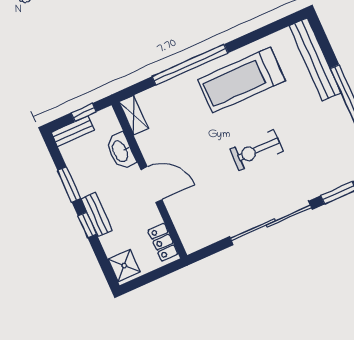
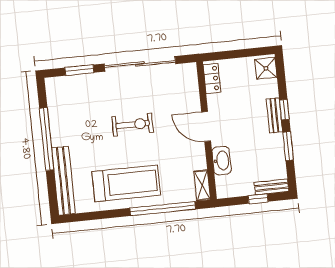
shelving: (134, 115) -> (202, 185), moved
washbasin: (121, 151) -> (222, 161), moved
wall: (149, 180) -> (207, 131), moved
door: (151, 185) -> (206, 126), moved
locker: (163, 242) -> (212, 78), moved

